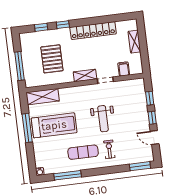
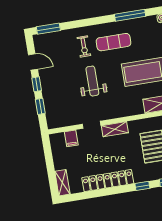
shelving: (134, 42) -> (62, 183), moved

